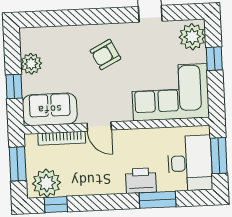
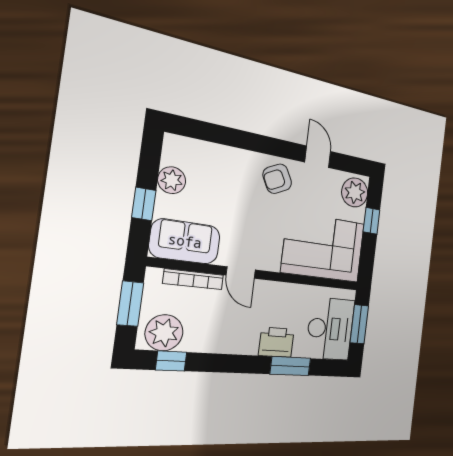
armchair: (105, 54) -> (277, 179), moved

